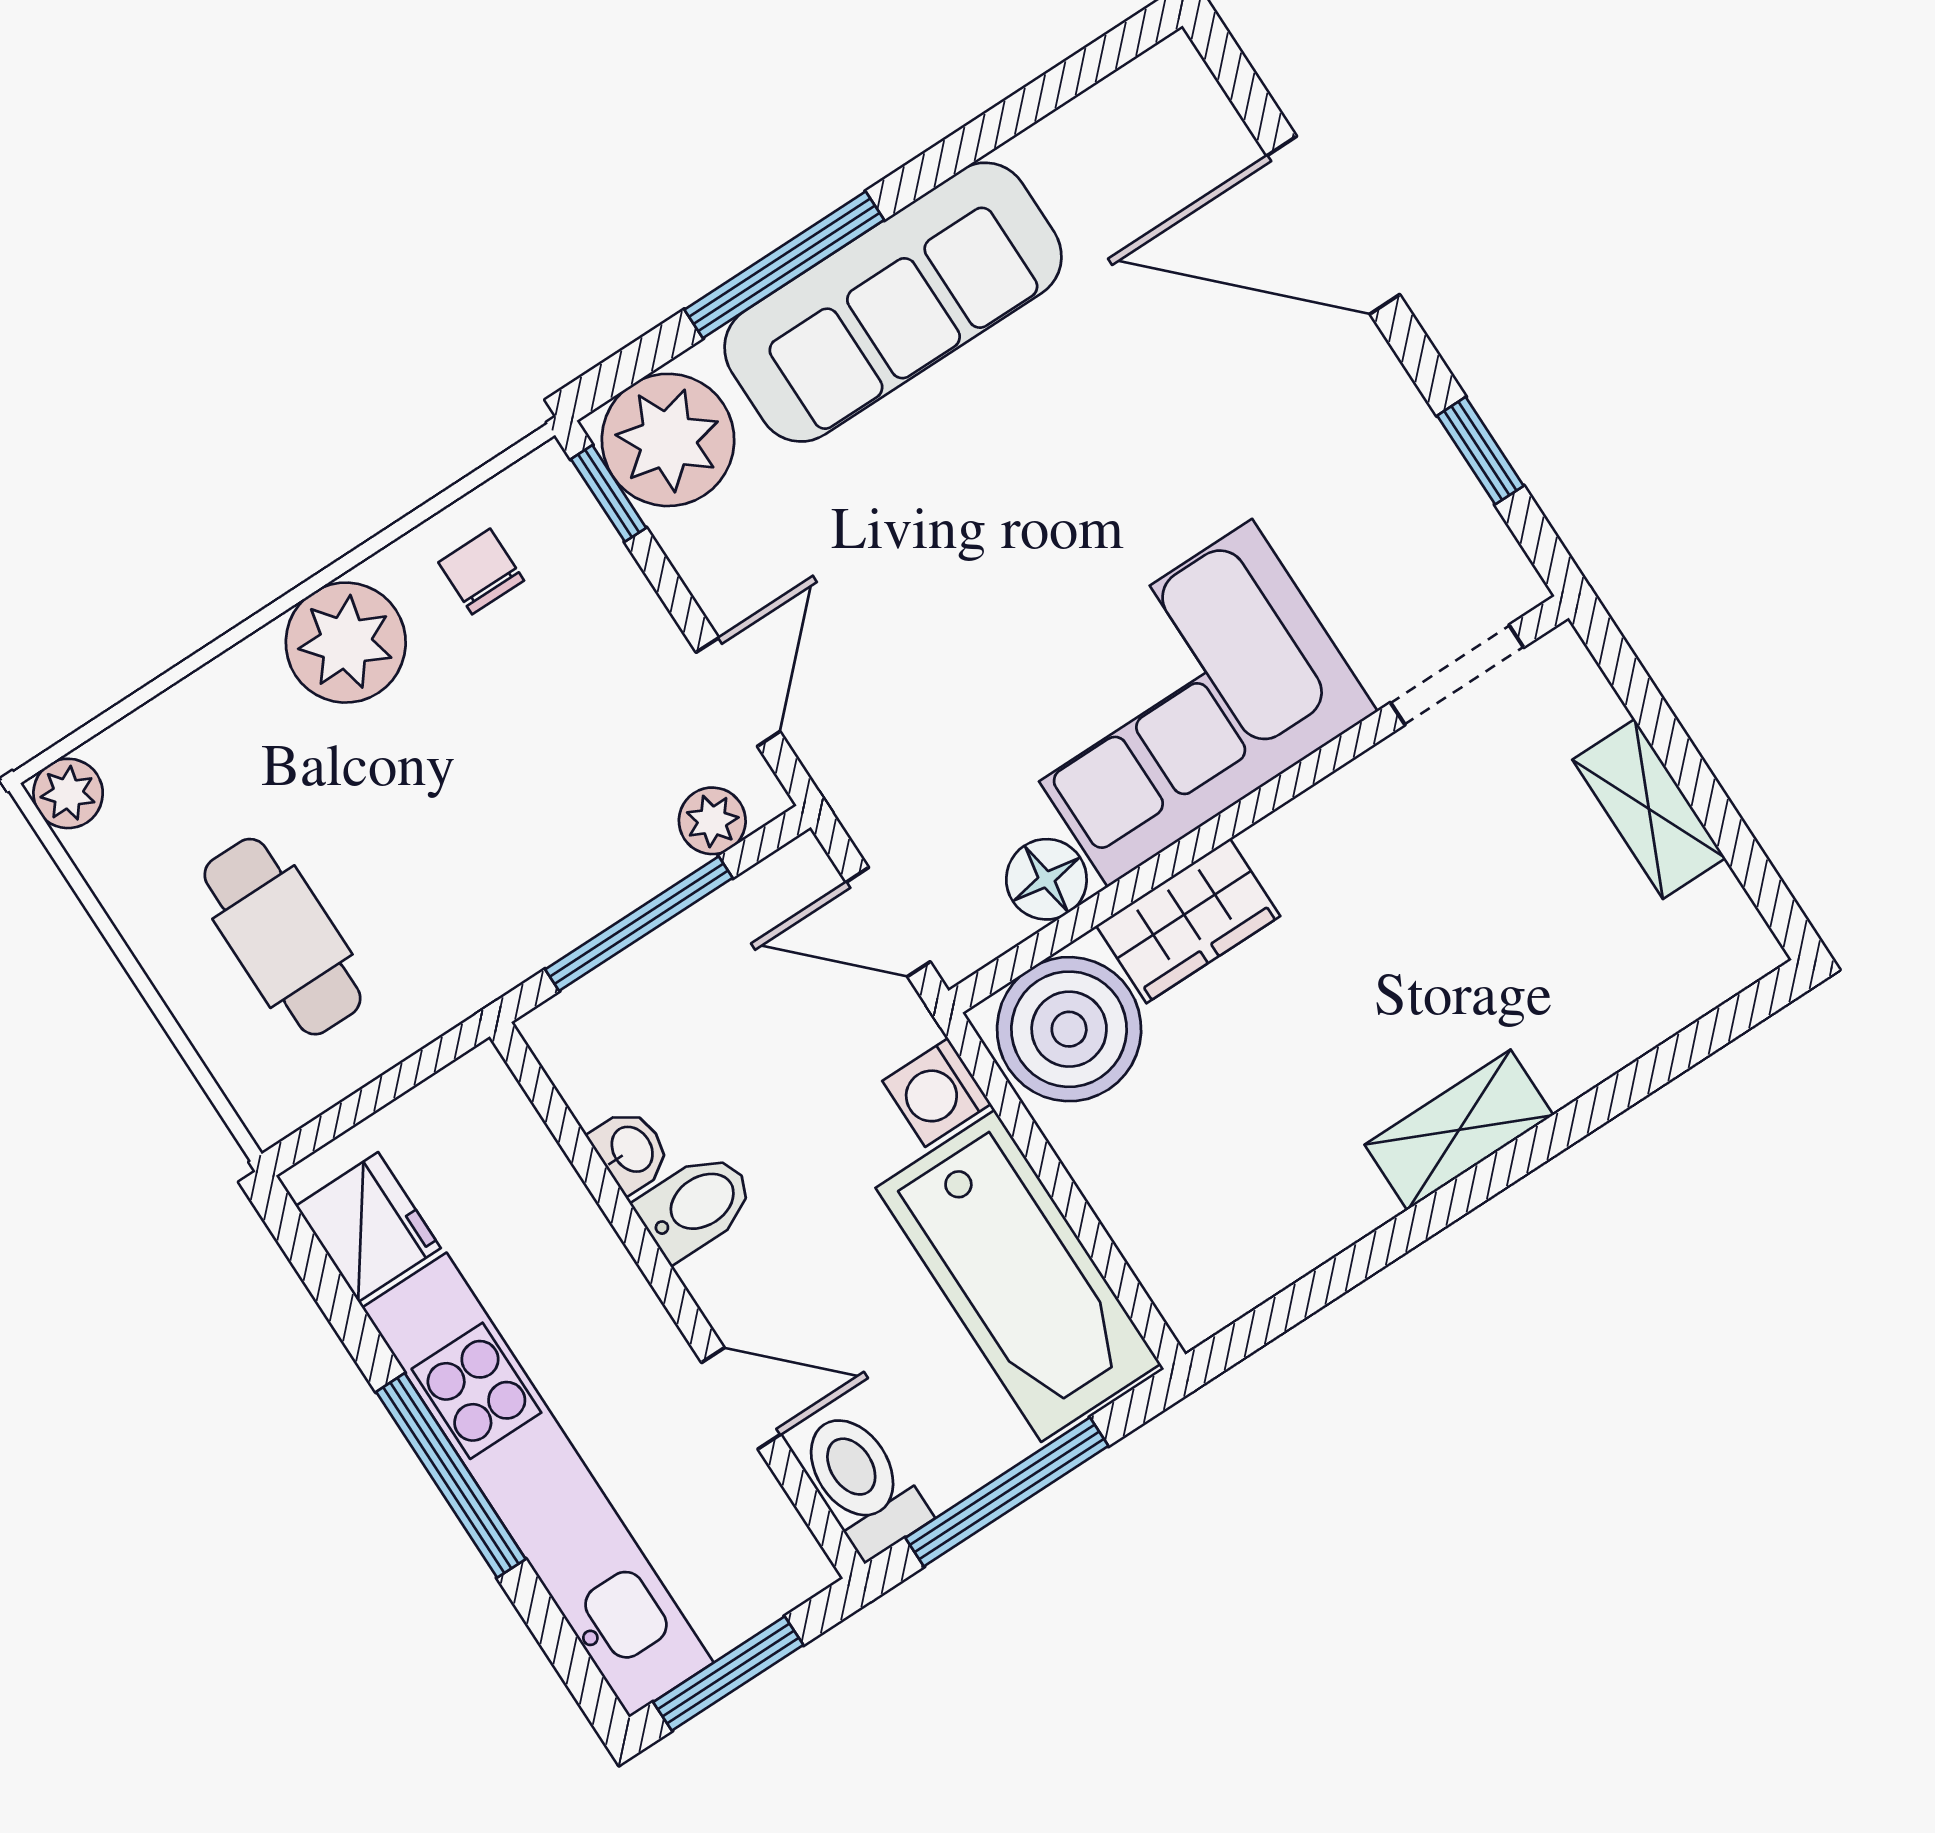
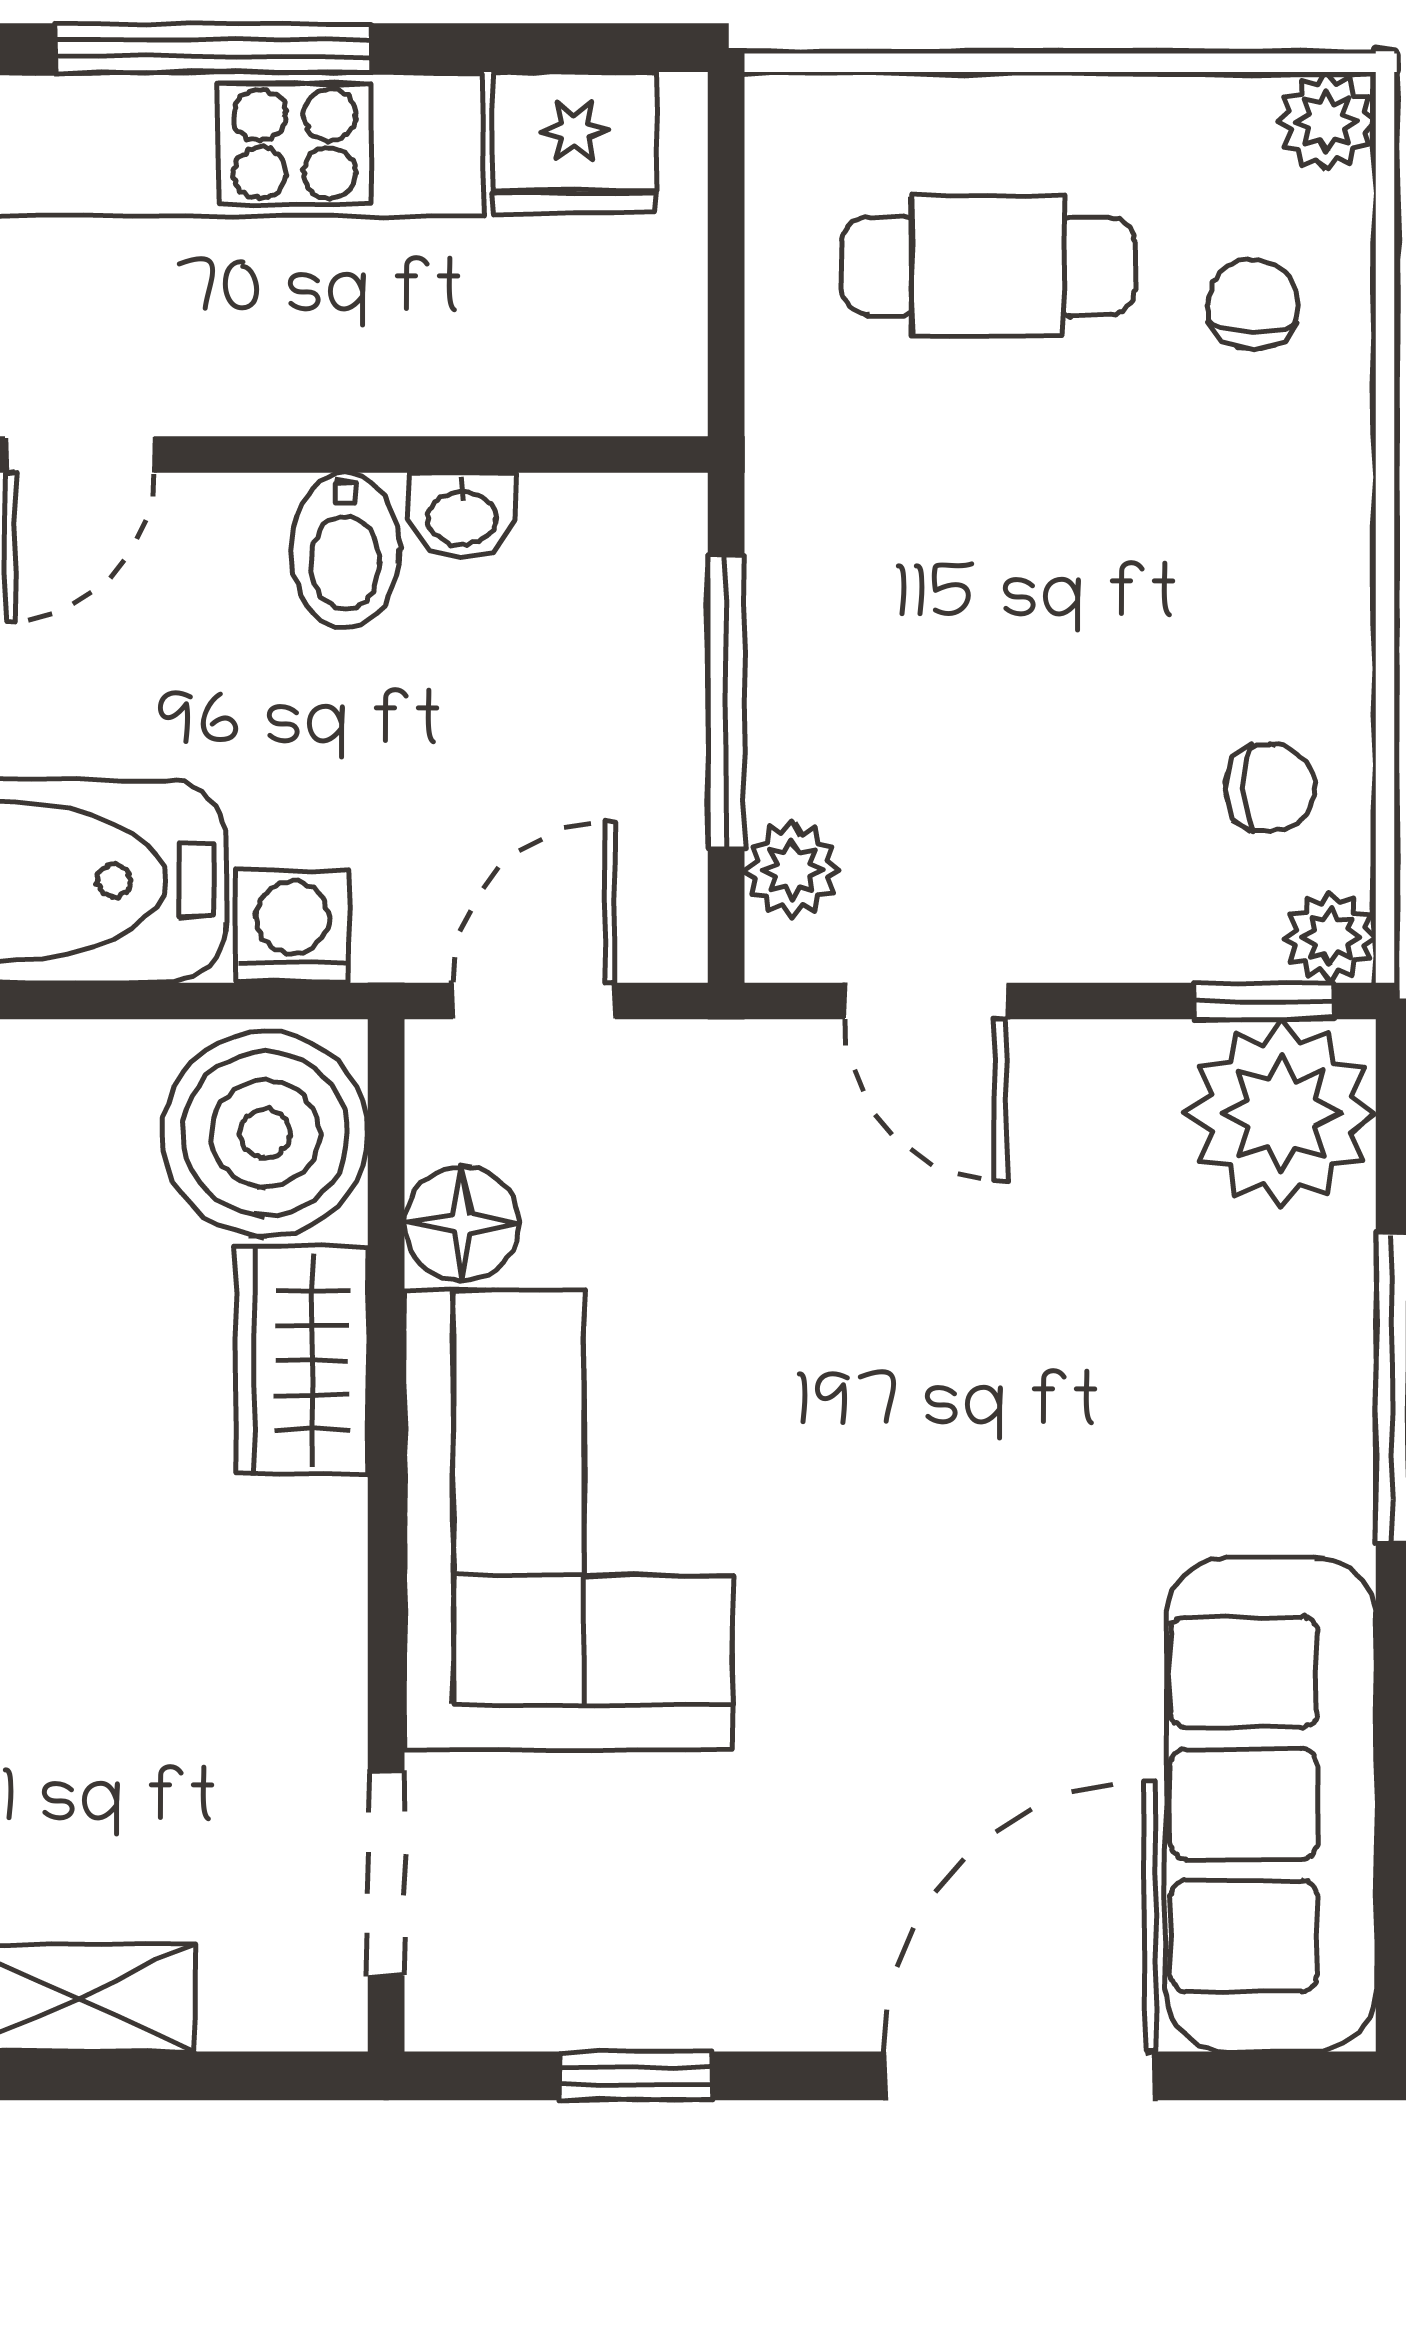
sofa: (893, 302) -> (1271, 1804), moved
plant: (346, 643) -> (1330, 937), moved, width x0.53, depth x0.53
chair: (203, 767) -> (1253, 304), added

